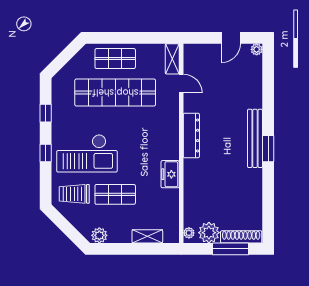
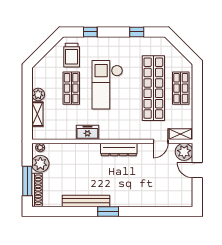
door: (231, 38) -> (197, 170), moved
plant: (257, 49) -> (184, 152), moved, width x1.87, depth x1.87
bench: (255, 138) -> (86, 201), moved
window: (46, 153) -> (90, 32), moved
checkout: (87, 153) -> (107, 85), moved
trolley: (74, 194) -> (72, 55), turned 180
plant: (99, 235) -> (38, 95), moved

